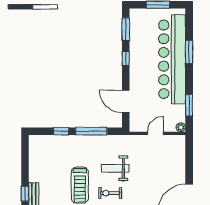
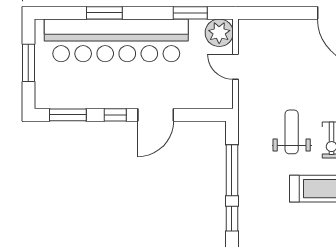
door: (126, 101) -> (156, 115), moved
plant: (181, 127) -> (219, 33), width x1.87, depth x1.87
weight bench: (115, 168) -> (292, 132), turned 180

